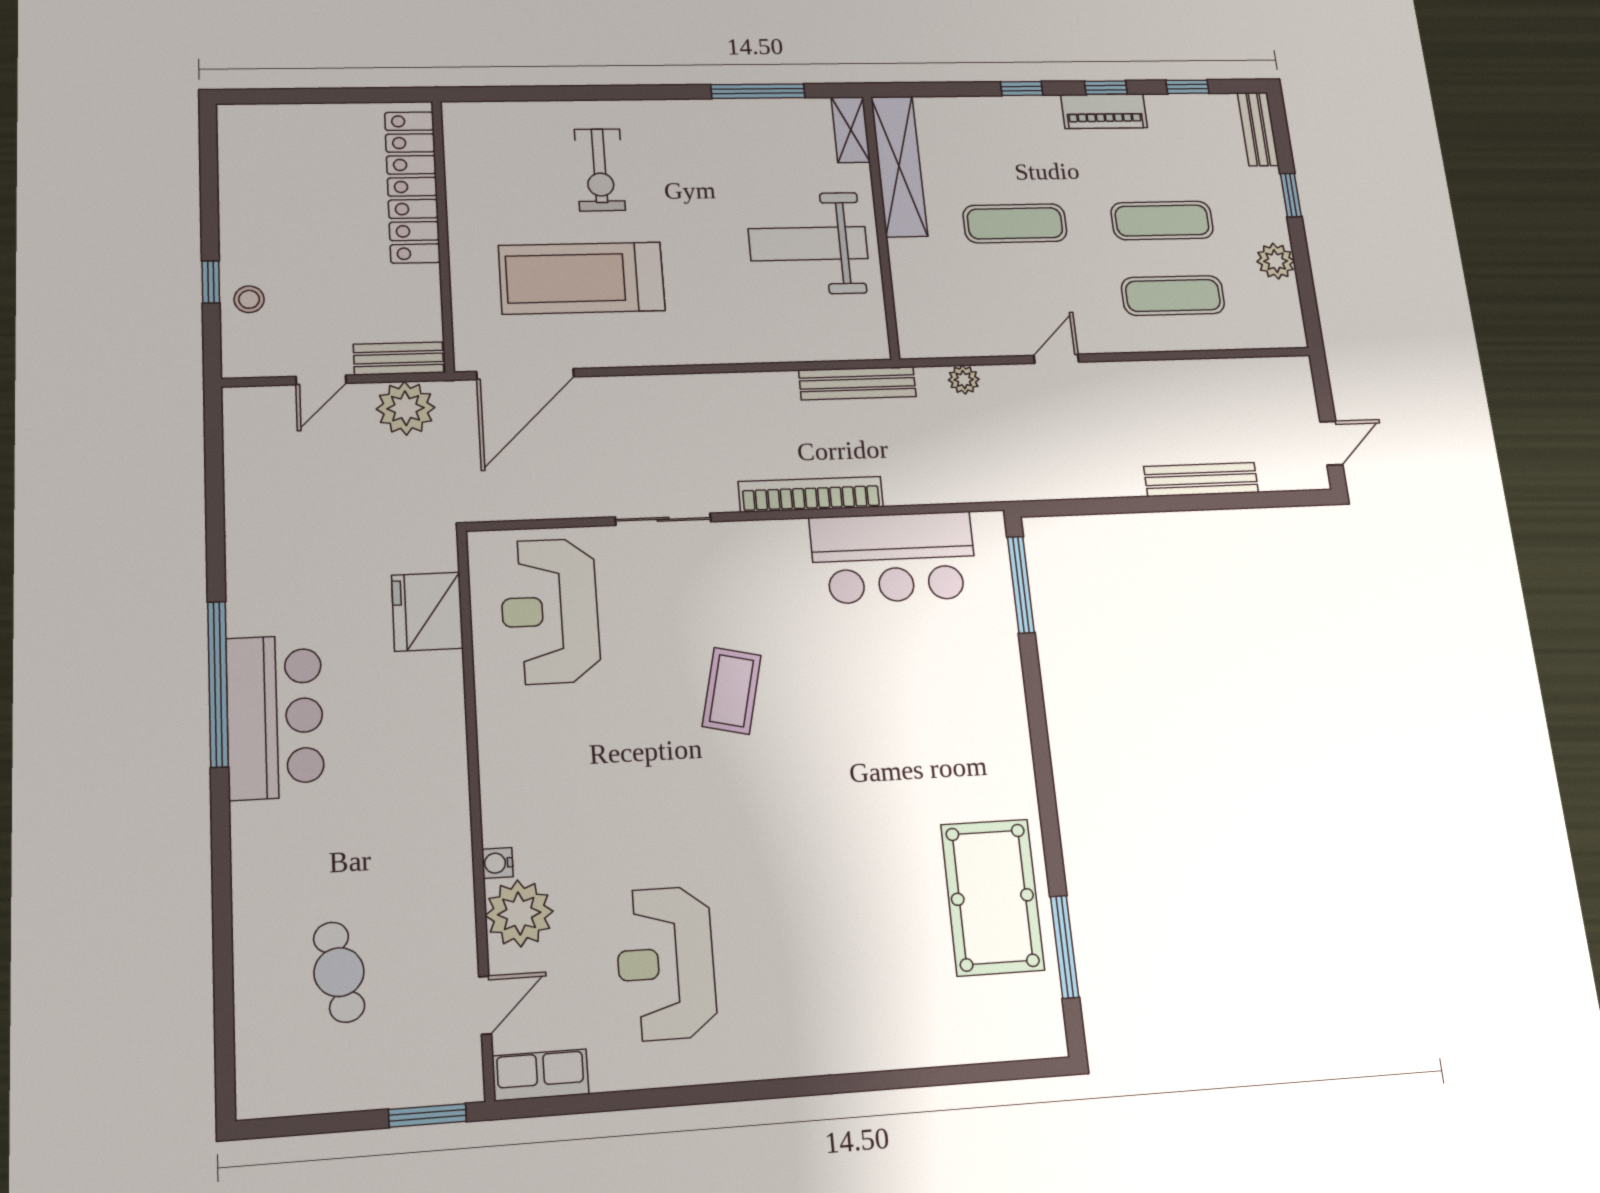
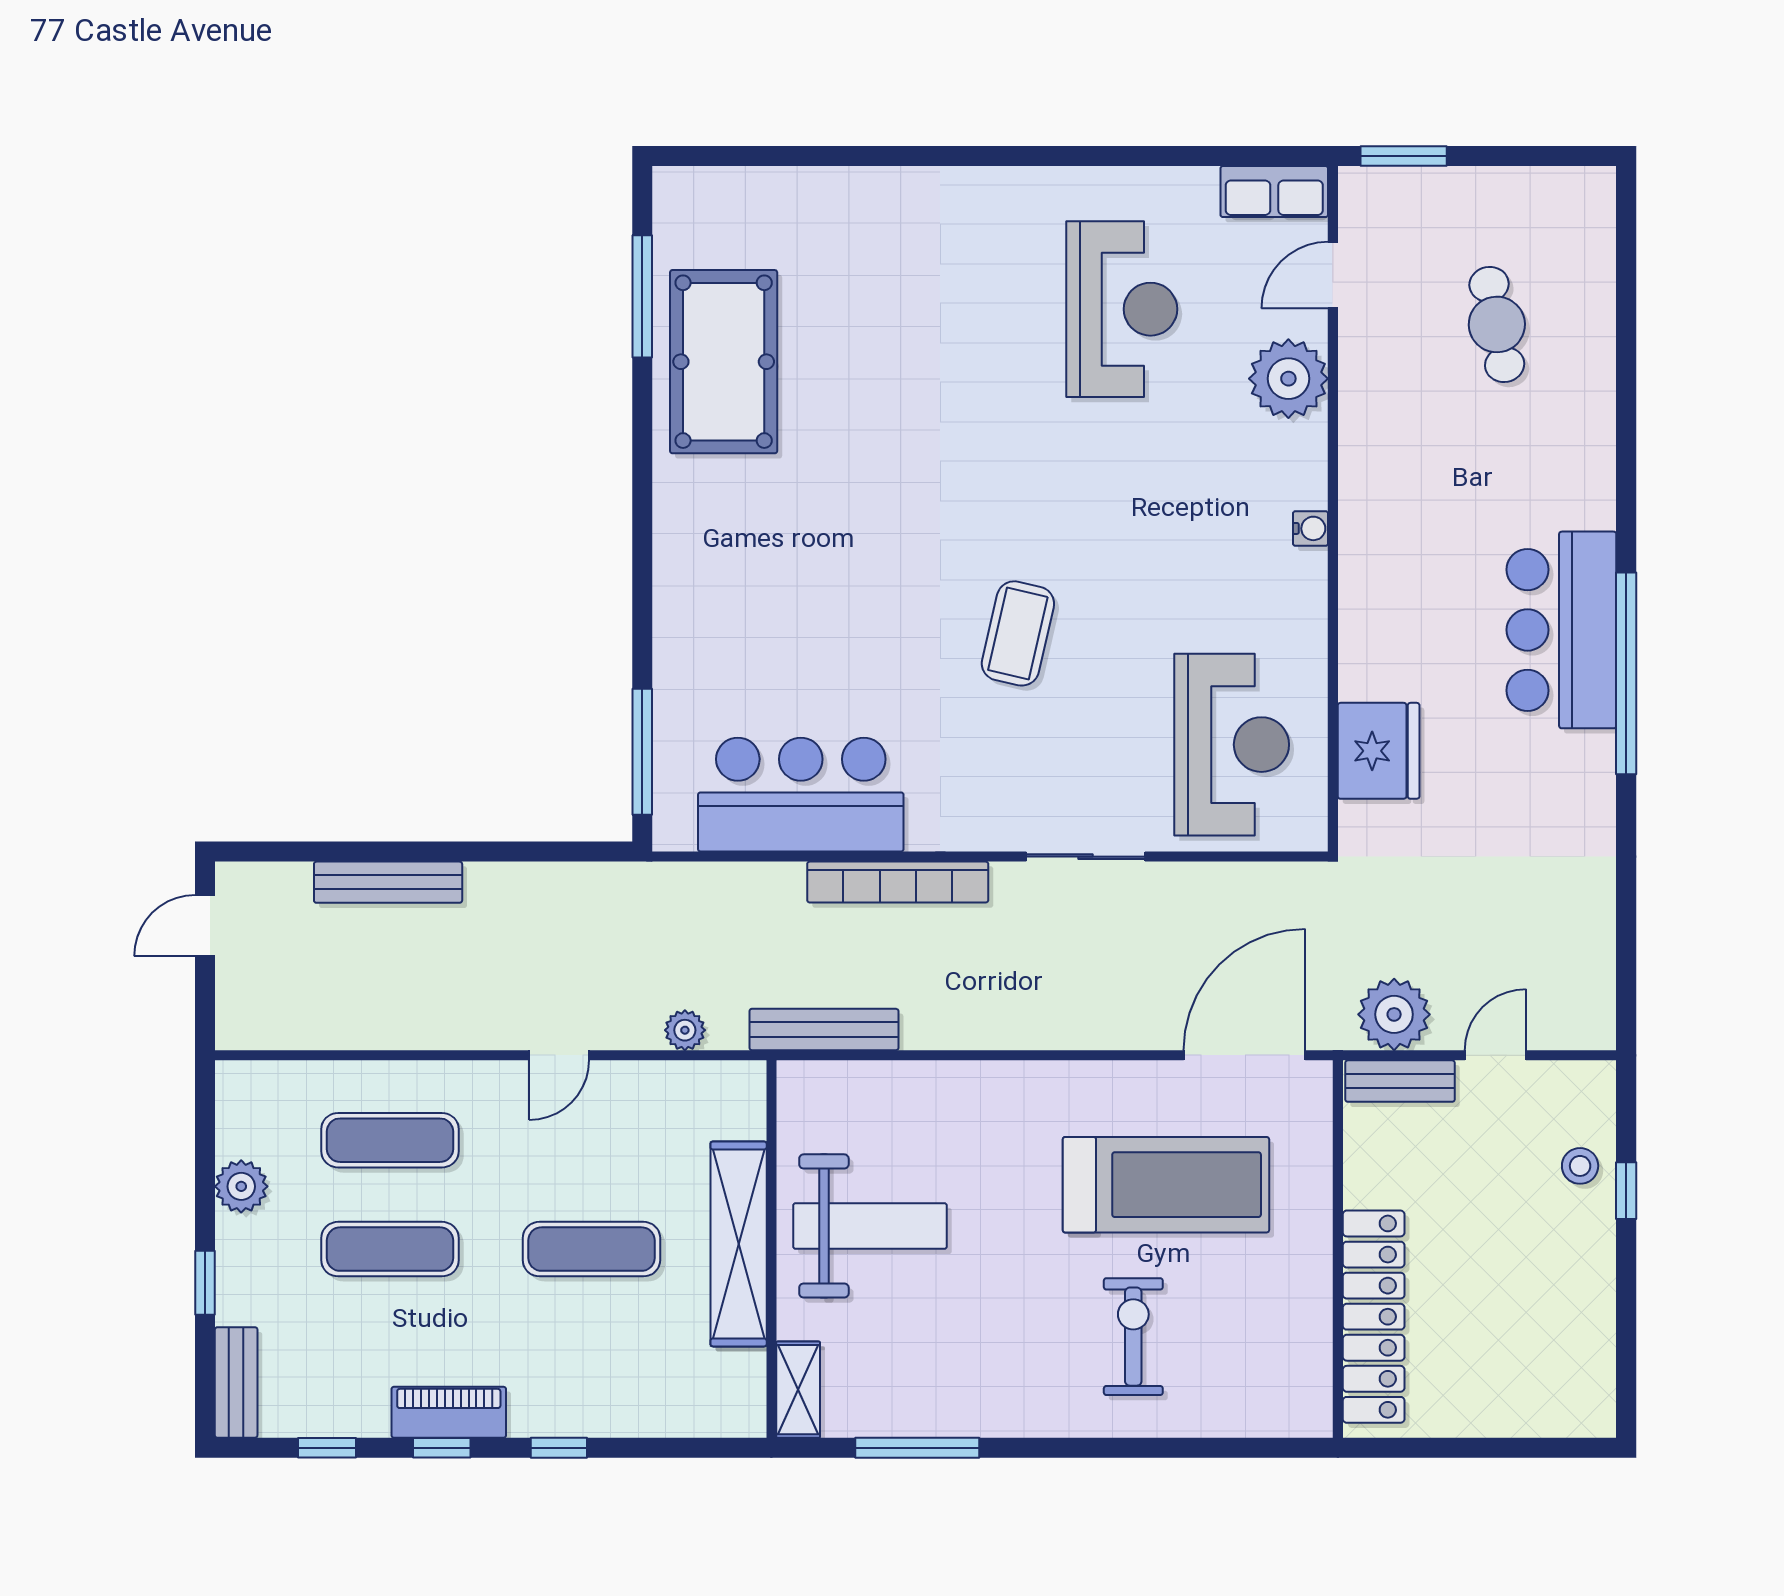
shelving: (899, 166) -> (739, 1244), moved
water cooler: (497, 863) -> (1311, 528), moved

